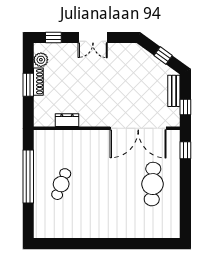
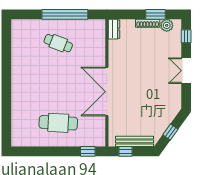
window: (28, 85) -> (155, 14), moved
bench: (174, 91) -> (134, 141), width x1.36
dresser: (67, 120) -> (114, 29), moved
double door: (138, 128) -> (107, 92), moved

